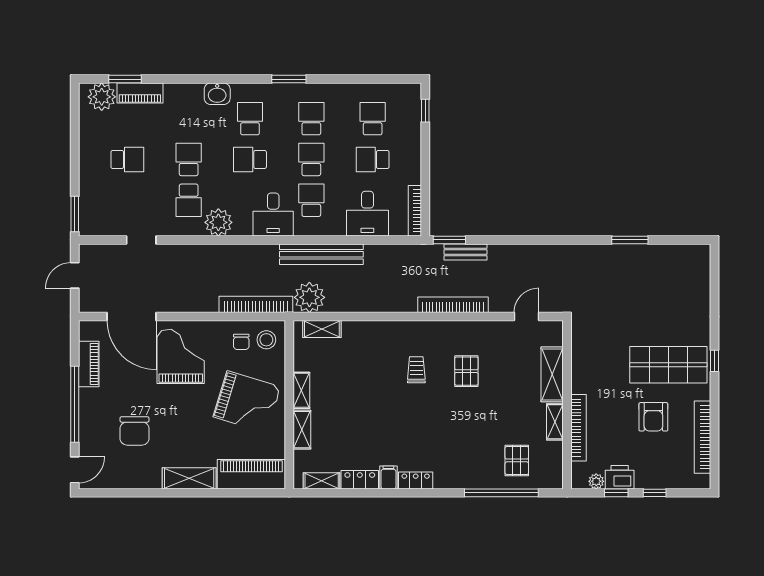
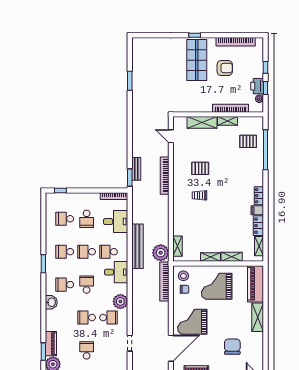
school desk: (250, 159) -> (87, 285), turned 180
grand piano: (247, 402) -> (217, 286), turned -107
chair: (135, 431) -> (232, 347), turned -90

